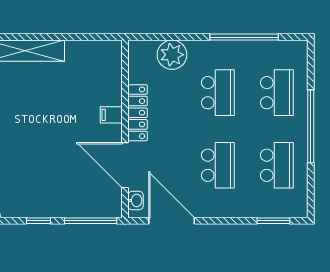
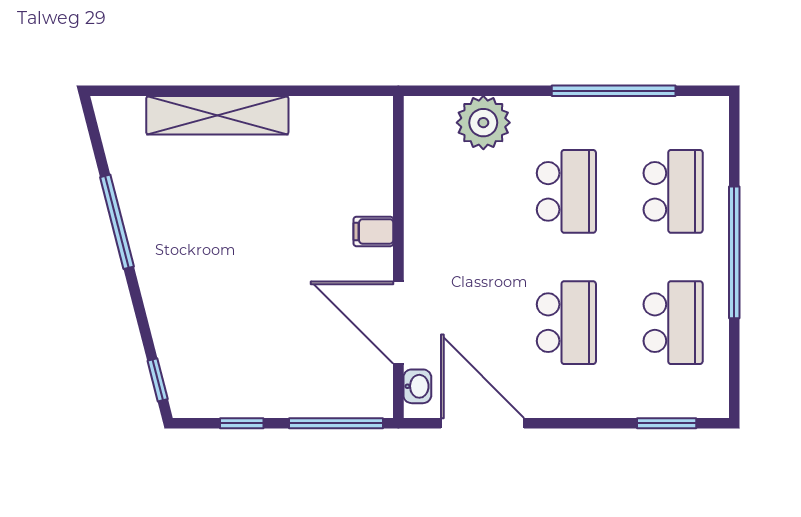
locker: (138, 113) -> (421, 228), removed

